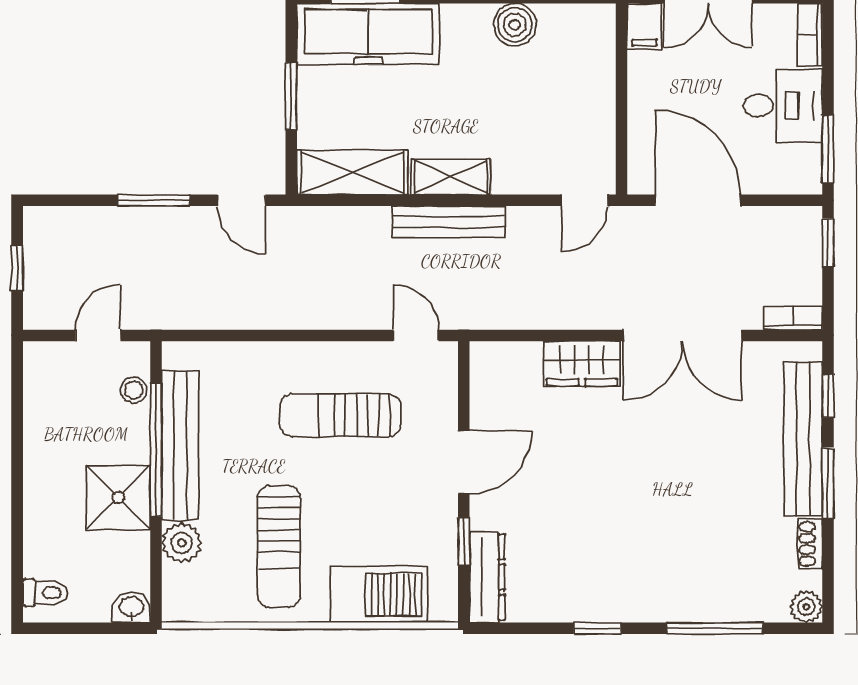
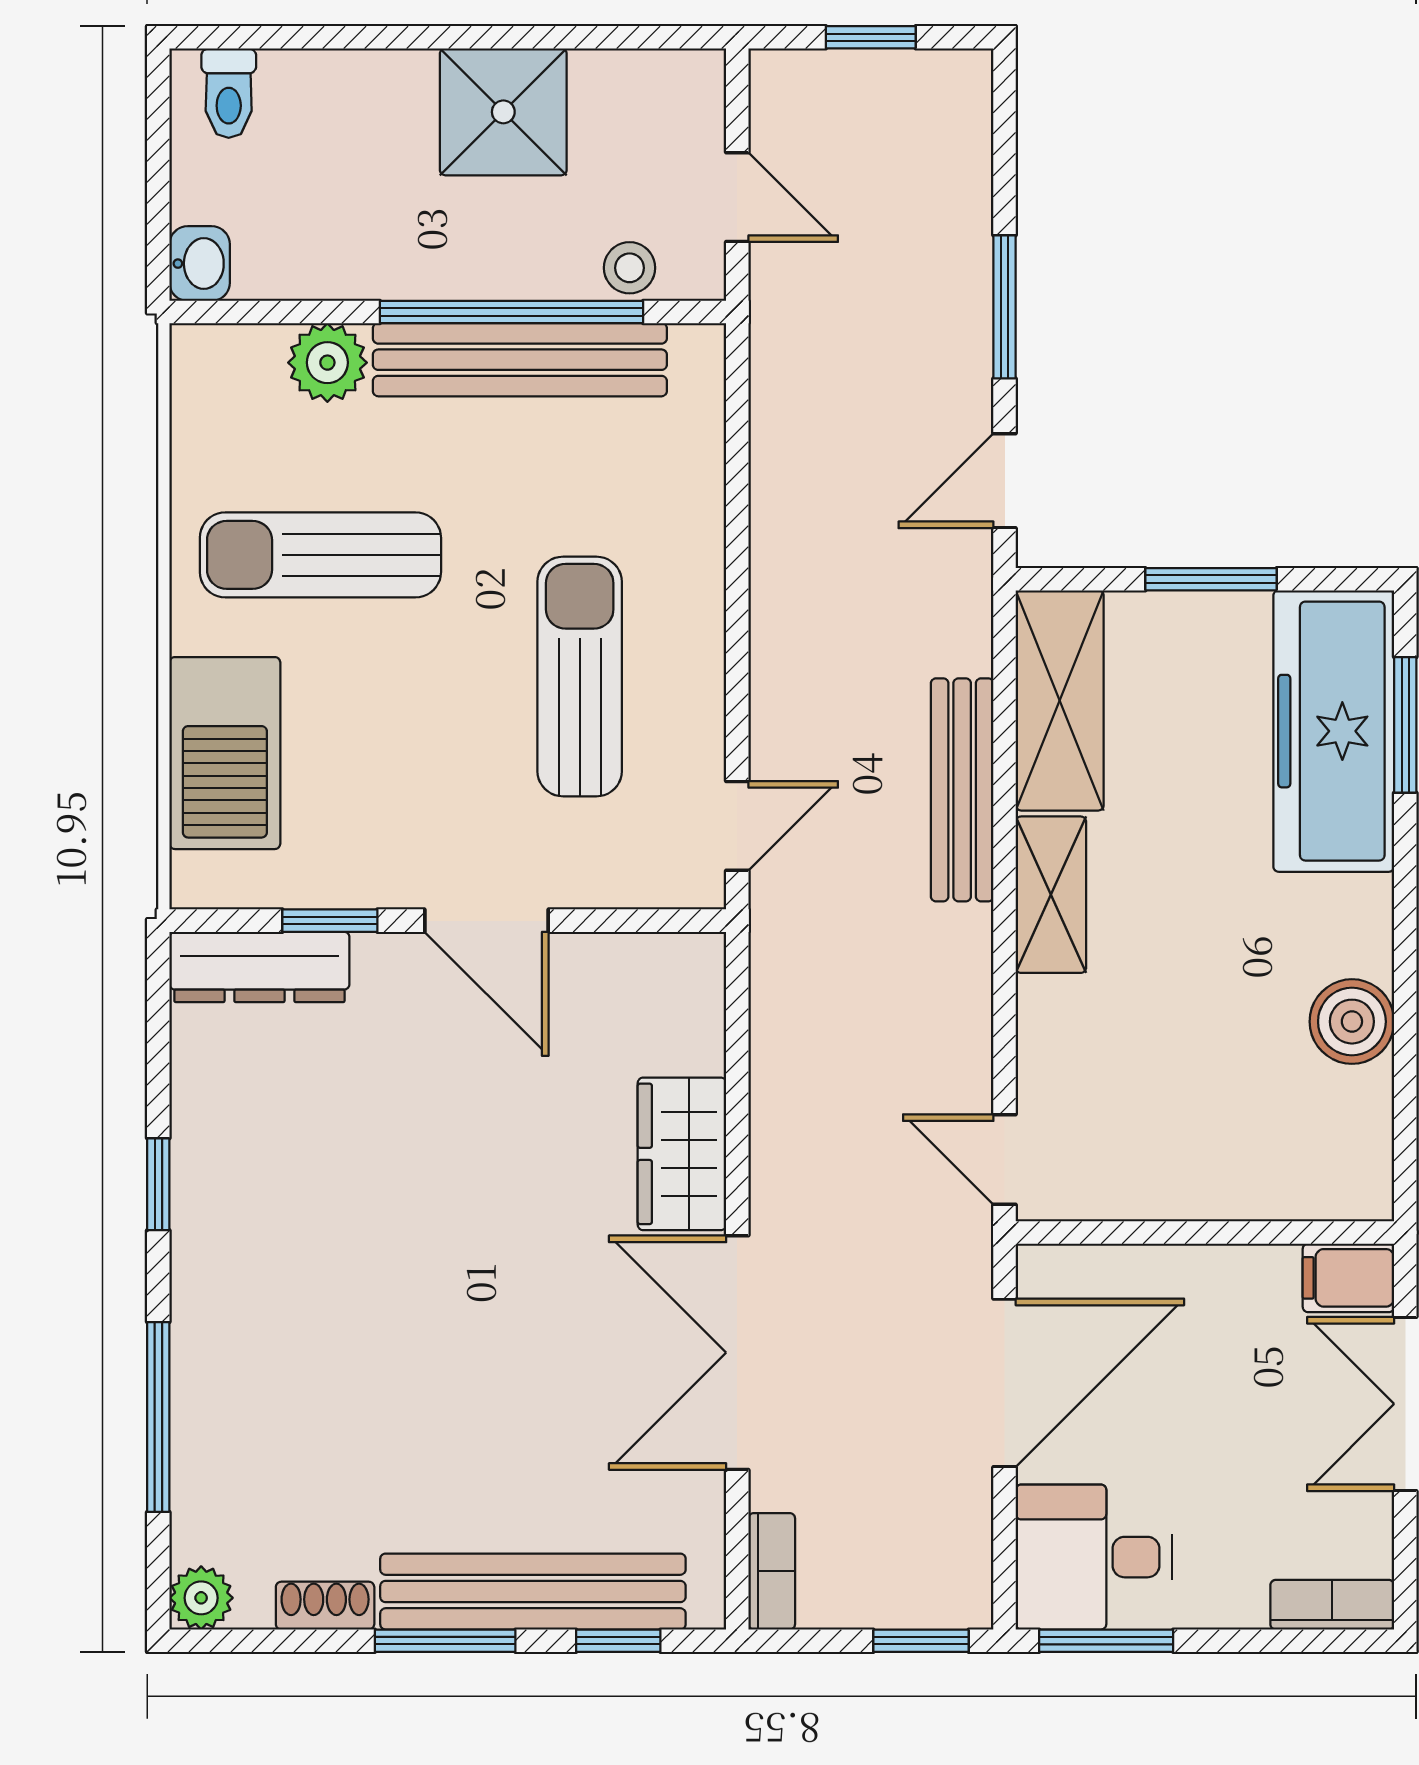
desk: (783, 106) -> (1094, 1557), moved, turned 90
bench: (449, 222) -> (962, 790), moved
shower: (118, 498) -> (503, 112), moved

